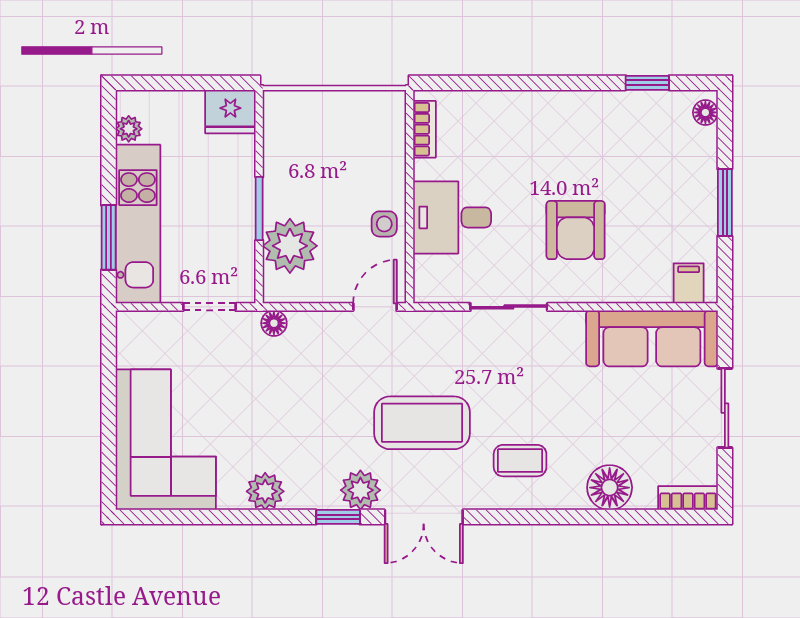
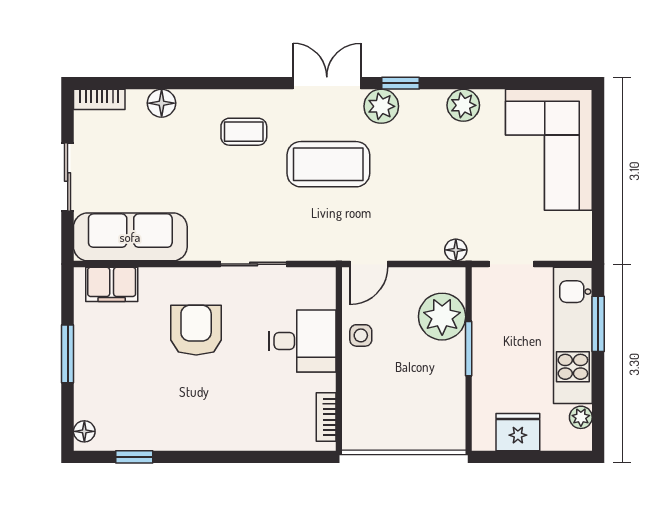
fridge: (230, 112) -> (518, 432), moved
filing cabinet: (689, 283) -> (112, 284), width x2.00
floor lamp: (610, 488) -> (162, 103), width x0.73, depth x0.73

